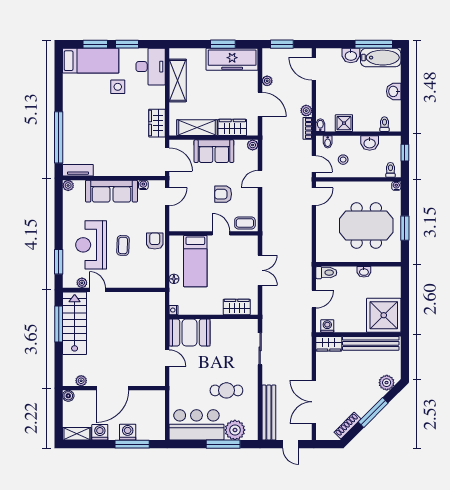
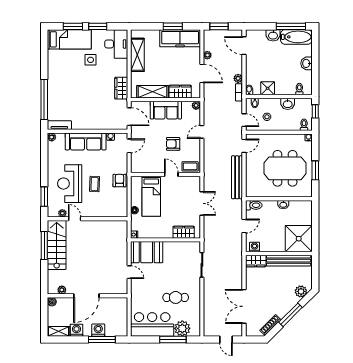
bench: (269, 413) -> (237, 177), moved

